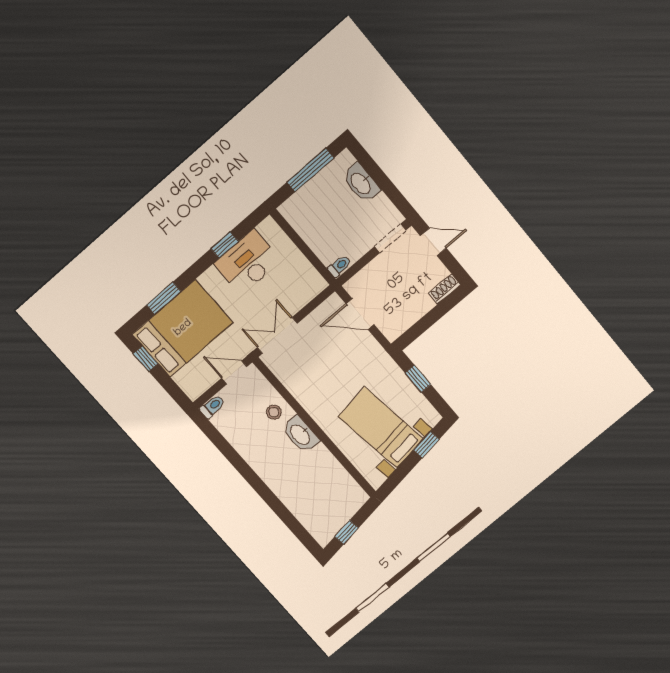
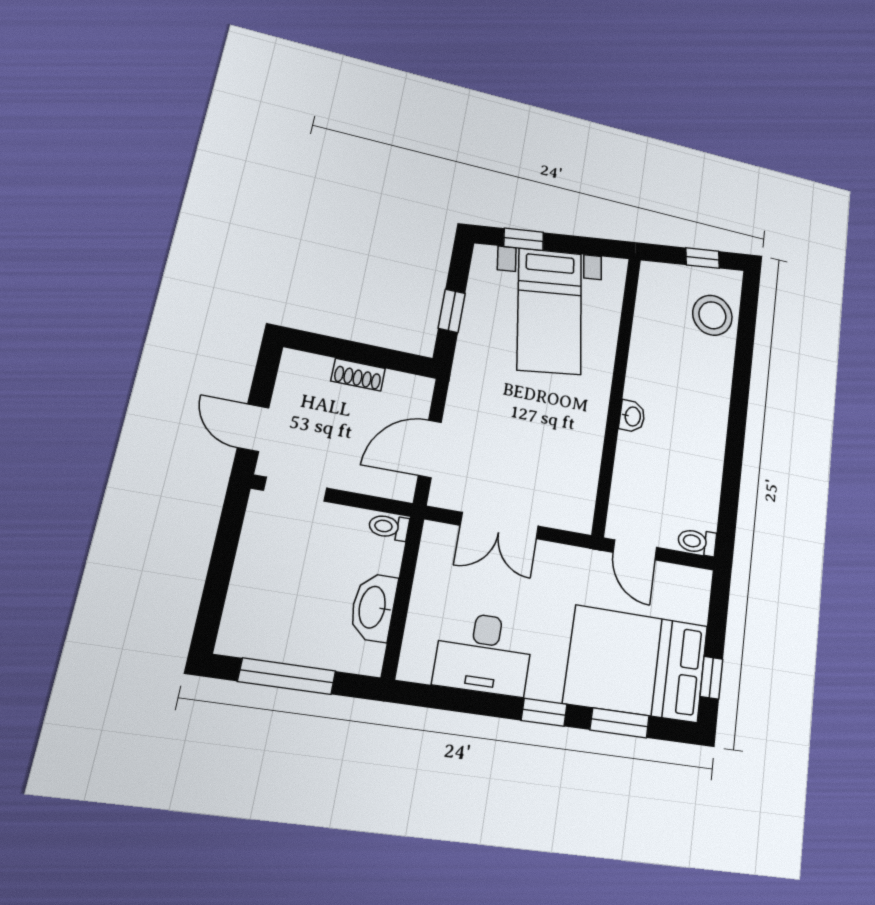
washbasin: (361, 183) -> (373, 607), moved, turned 180
window: (225, 245) -> (544, 712), moved
shoe rack: (445, 289) -> (358, 375), moved
door: (360, 314) -> (430, 449), swing flipped
double door: (277, 335) -> (499, 526), moved
stool: (274, 412) -> (712, 315), moved, width x1.89, depth x1.89
washbasin: (301, 434) -> (632, 416), width x0.52, depth x0.69

